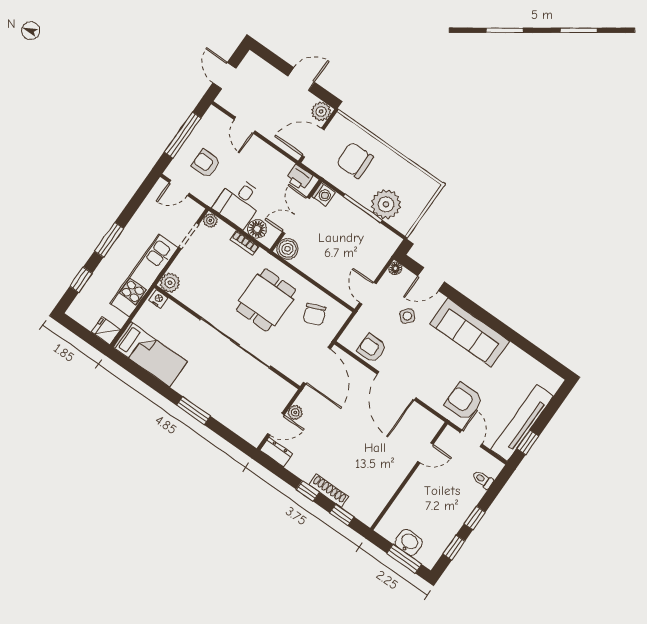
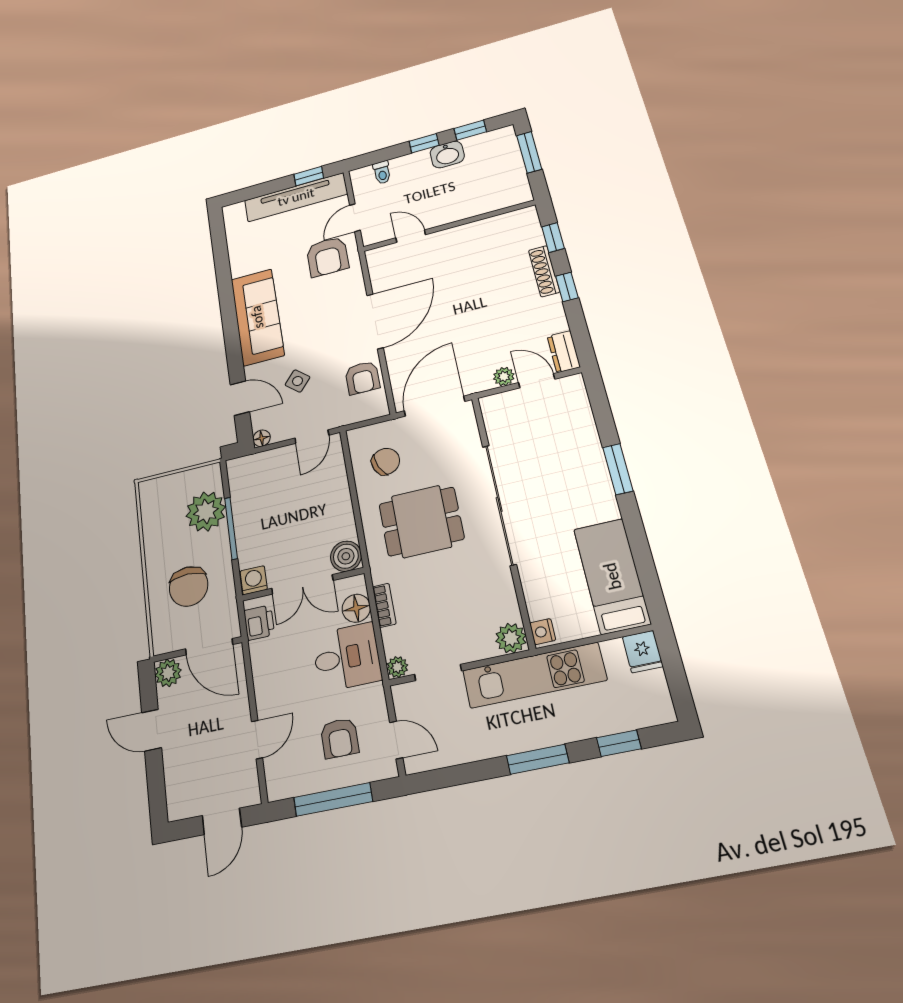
washbasin: (409, 543) -> (447, 154), moved, turned -90

